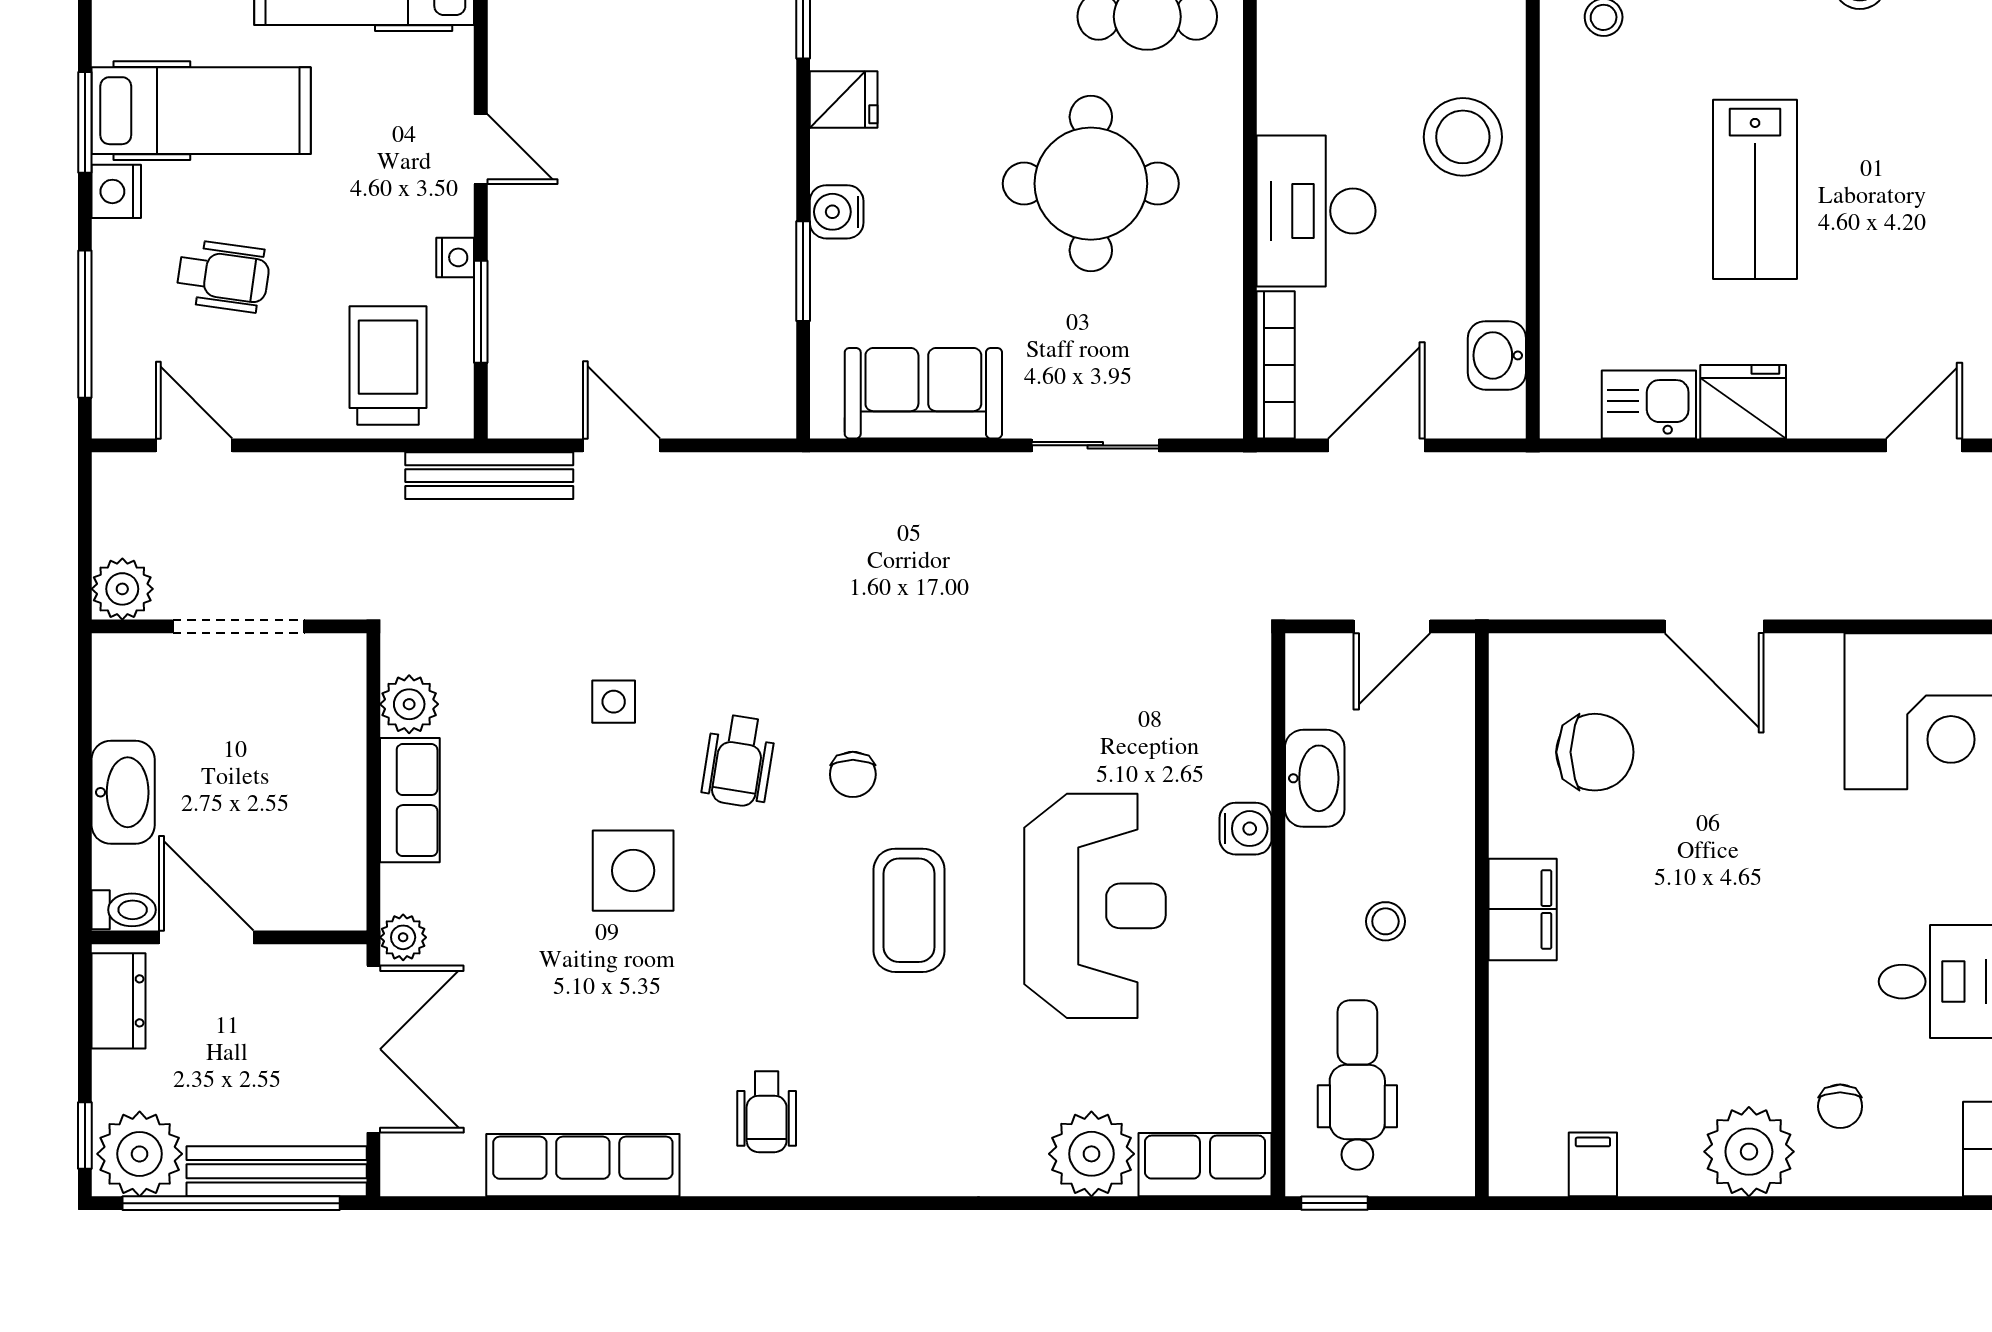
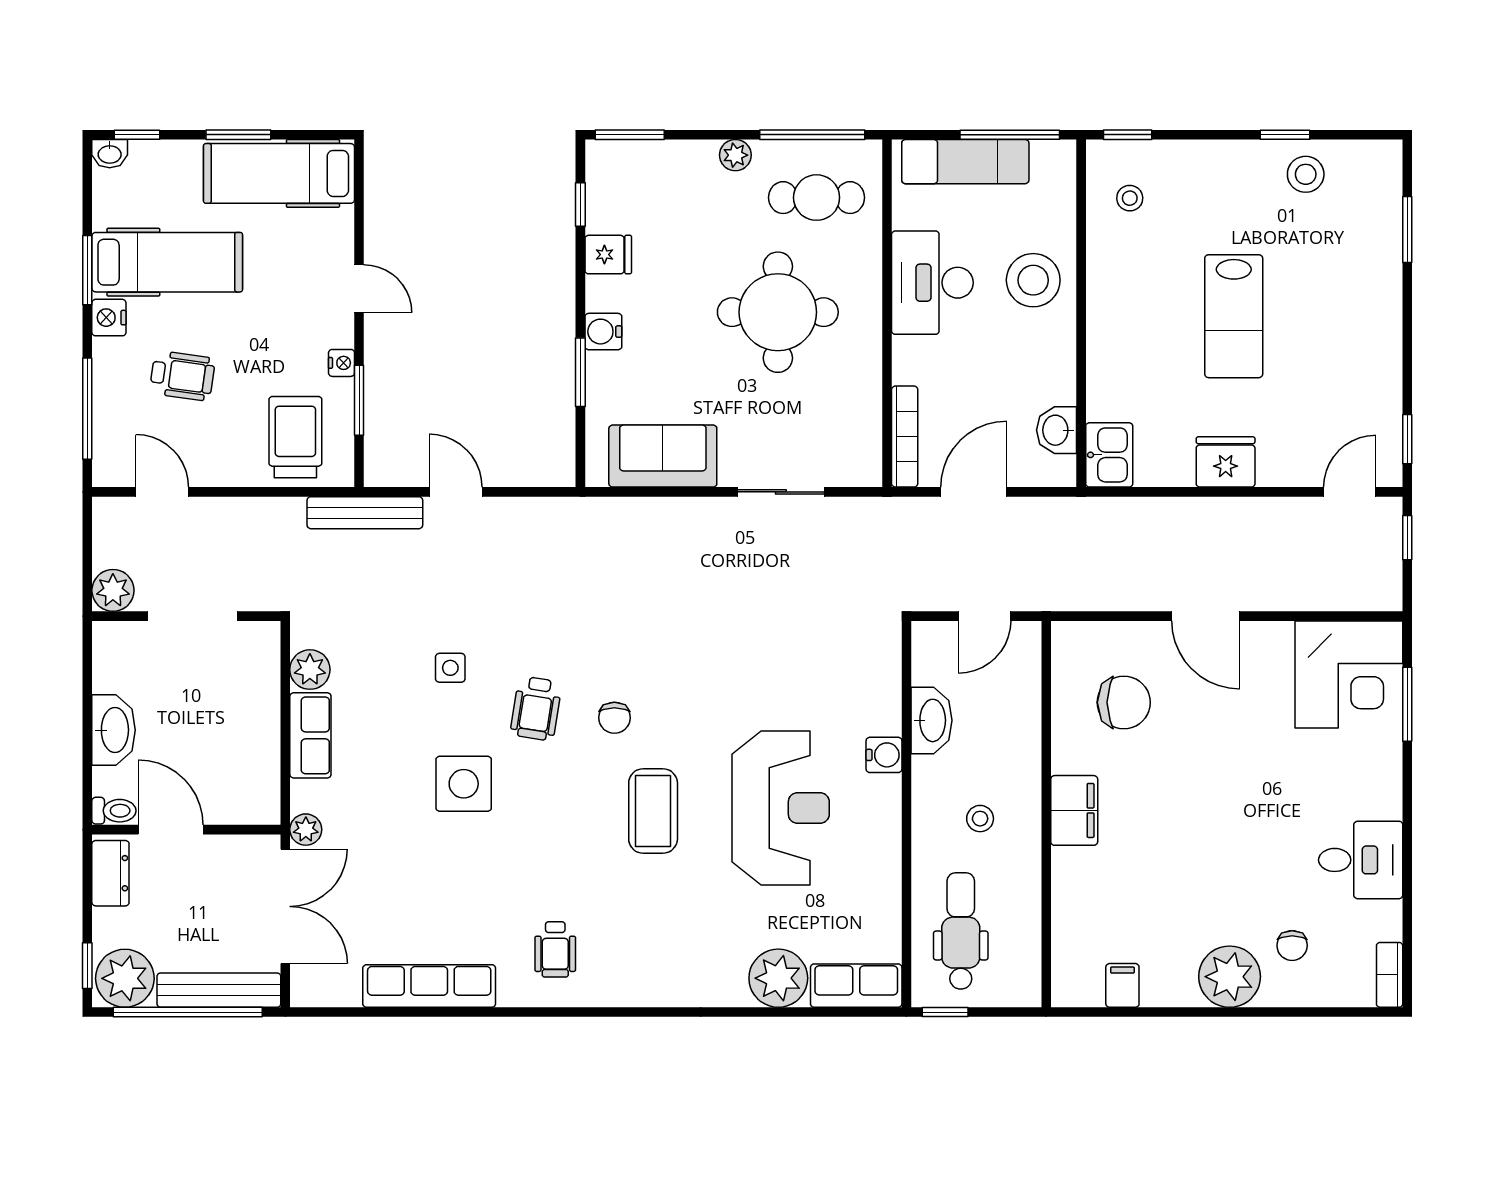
desk: (1316, 211) -> (932, 283), moved
kitchen sink: (1649, 404) -> (1109, 455), moved, turned 90

